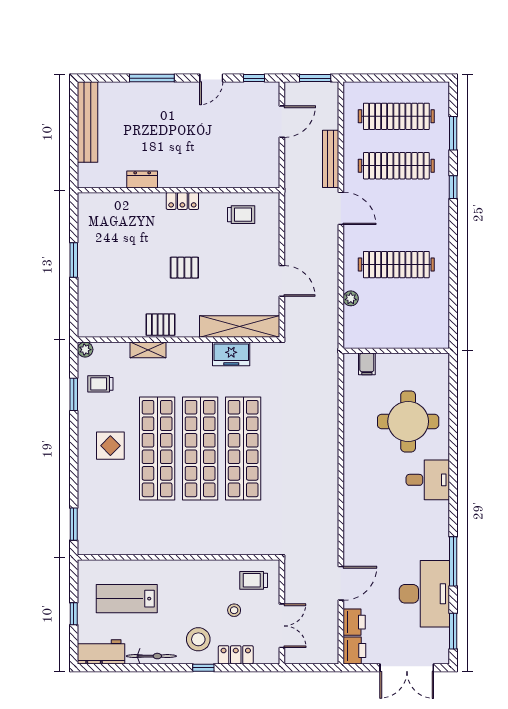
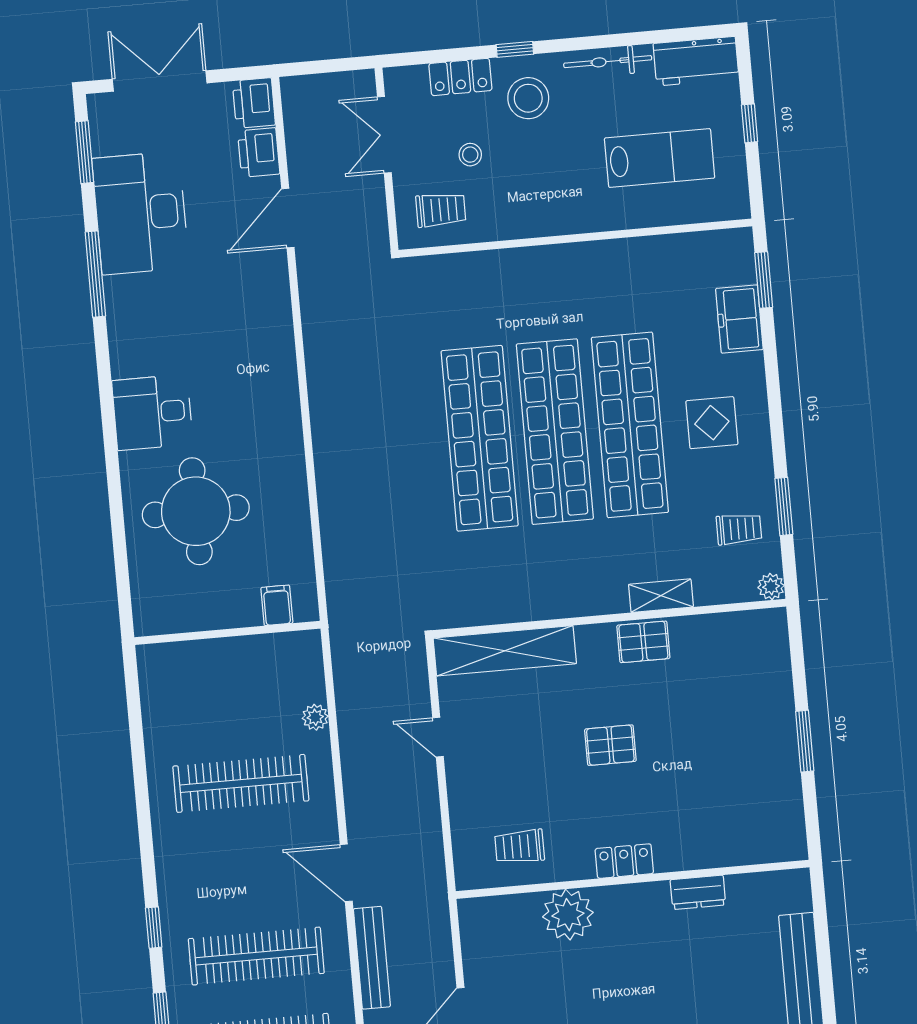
plant: (217, 173) -> (568, 915), added
door: (282, 281) -> (438, 737), width x0.73
freezer: (231, 354) -> (739, 319), moved, turned -90

